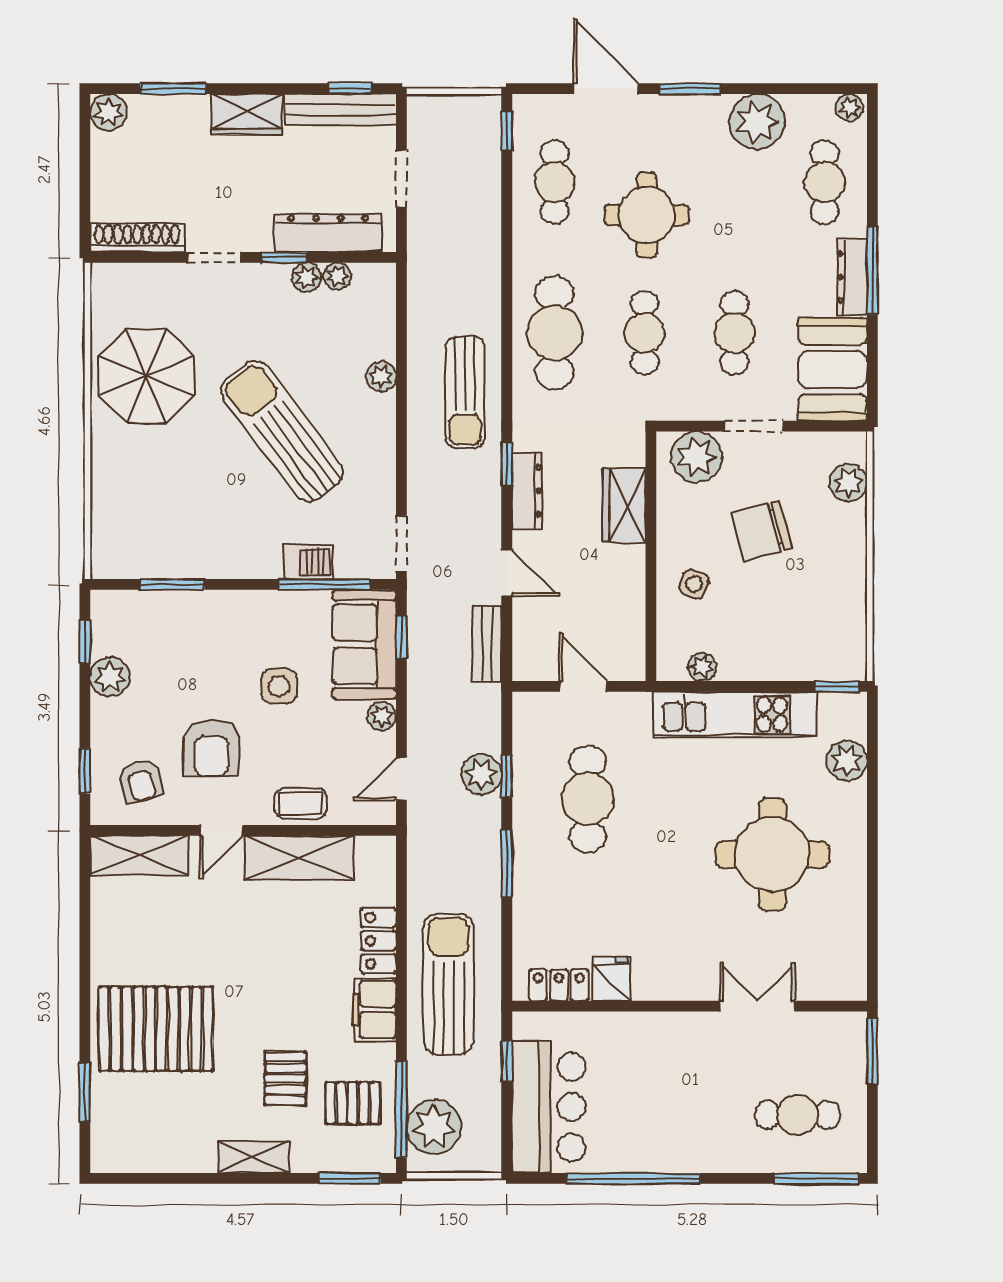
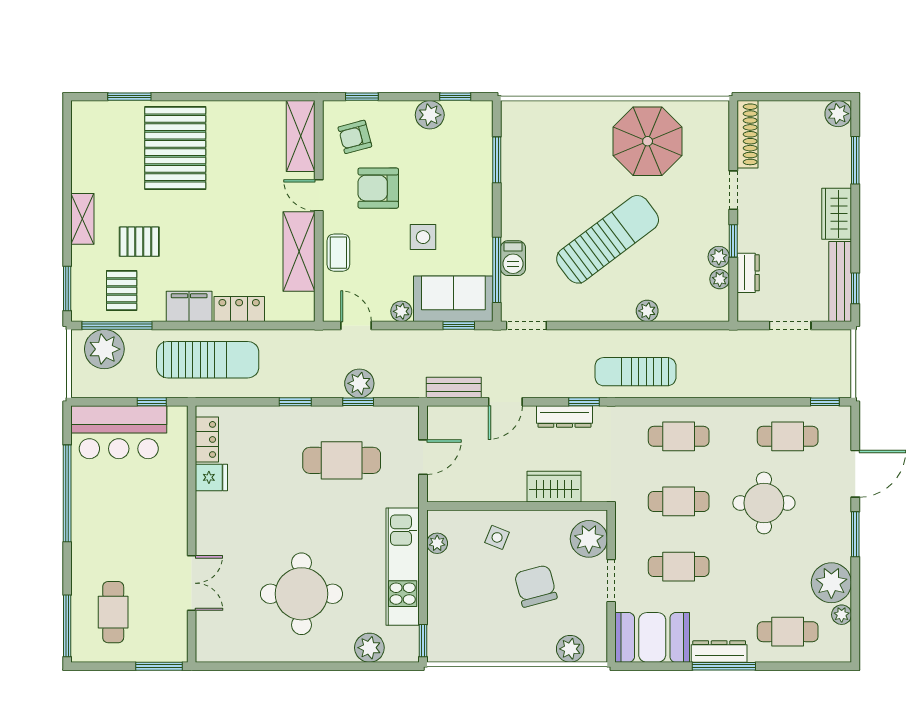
plant: (849, 108) -> (842, 615), moved
dresser: (328, 233) -> (748, 273), width x0.51, depth x0.80
cafe table: (555, 333) -> (679, 436), width x0.73, depth x0.74
window: (507, 863) -> (295, 402), width x0.67

